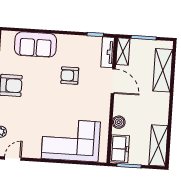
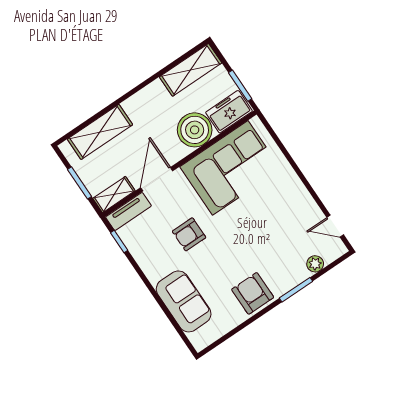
armchair: (70, 76) -> (189, 234), turned 90
boiler: (119, 122) -> (195, 130), width x1.86, depth x1.86
corner sofa: (71, 140) -> (230, 168), moved, turned -90

